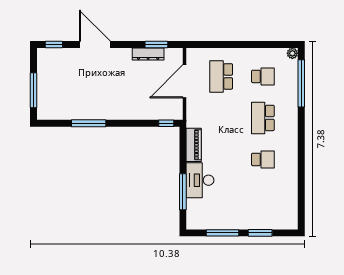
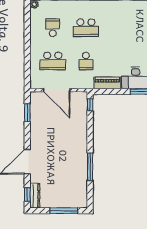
dresser: (148, 54) -> (35, 196), moved
school desk: (263, 159) -> (86, 61), moved, turned 180

